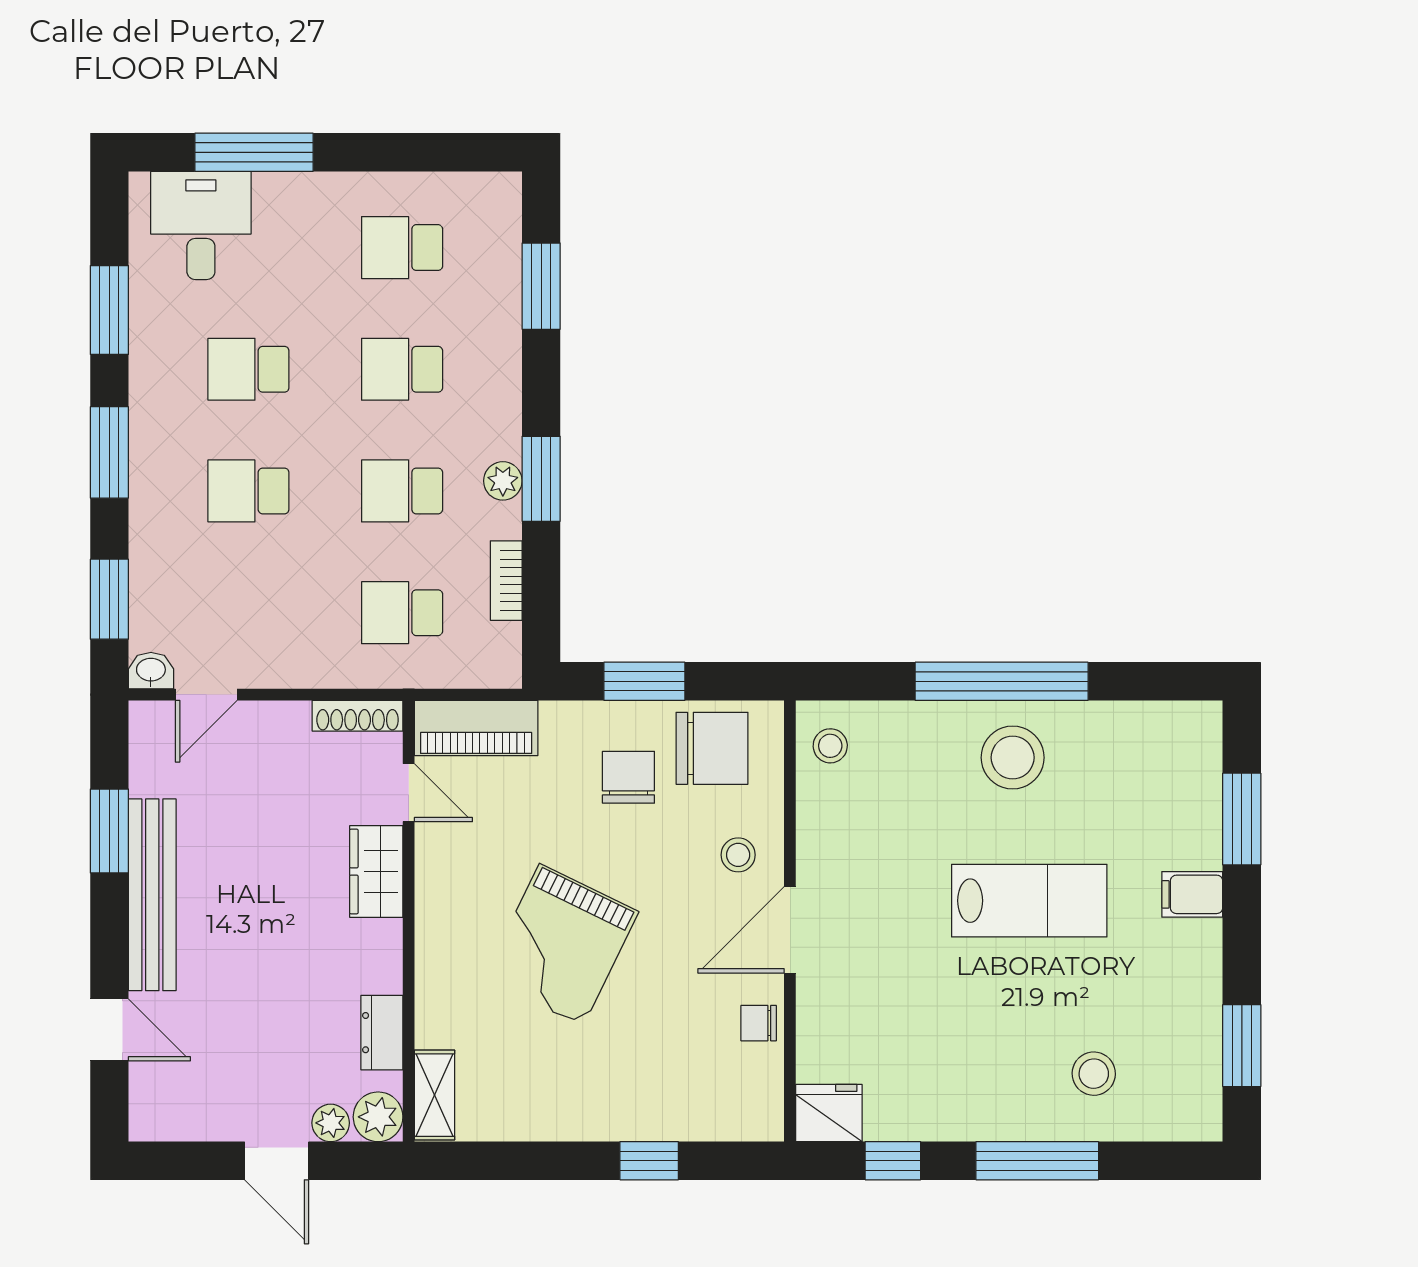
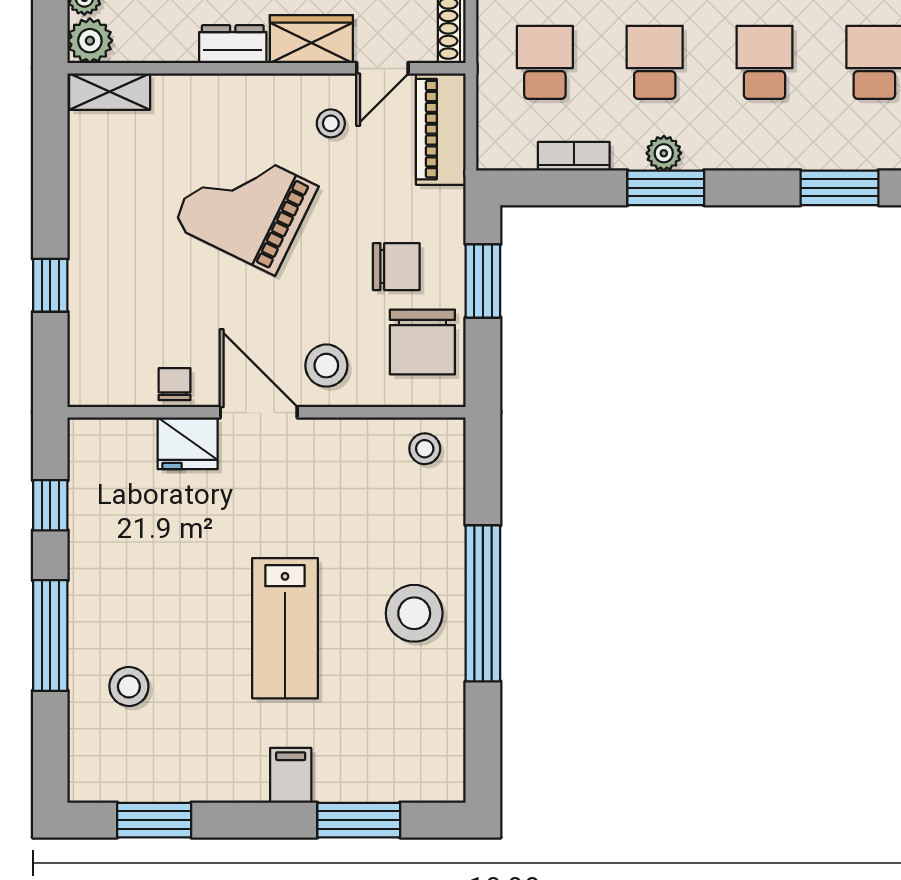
stool: (470, 850) -> (331, 123), added
stool: (738, 855) -> (326, 366), width x1.37, depth x1.37
dresser: (382, 1033) -> (233, 44), moved
fridge: (829, 1113) -> (188, 443), moved, turned 90

